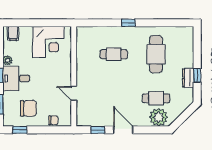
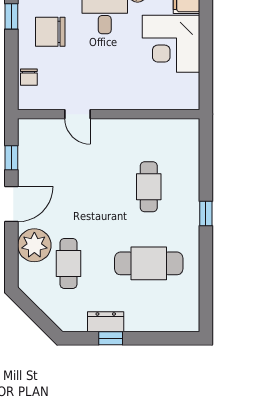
corner desk: (48, 42) -> (171, 44), moved
door: (74, 93) -> (78, 114), swing flipped
chair: (28, 108) -> (50, 32), turned 90
plant: (159, 117) -> (34, 245), moved

